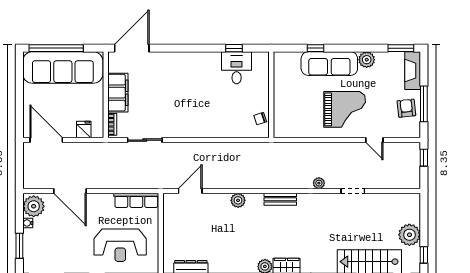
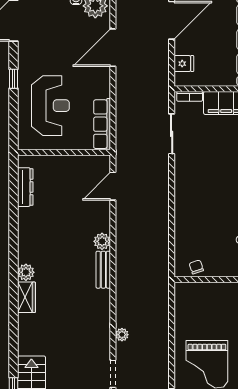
door: (190, 191) -> (113, 186), swing flipped
bench: (280, 199) -> (103, 270), moved
reception desk: (120, 245) -> (50, 106), turned 180

